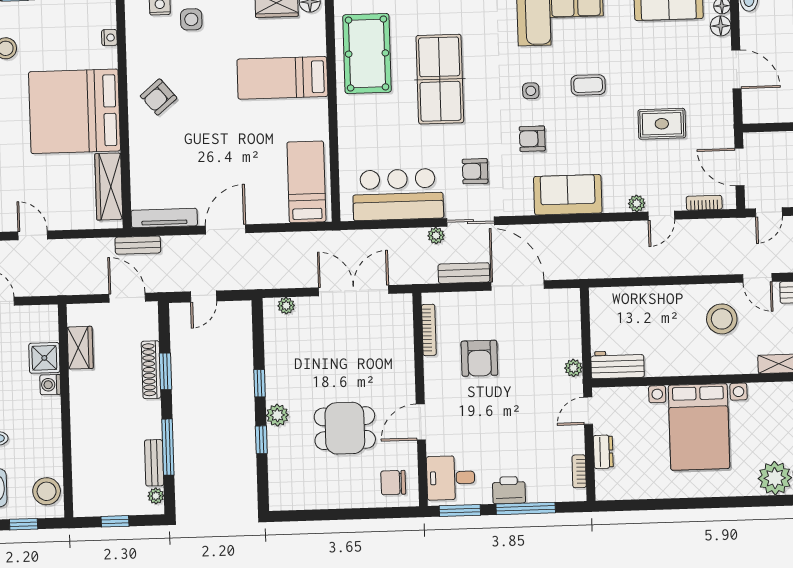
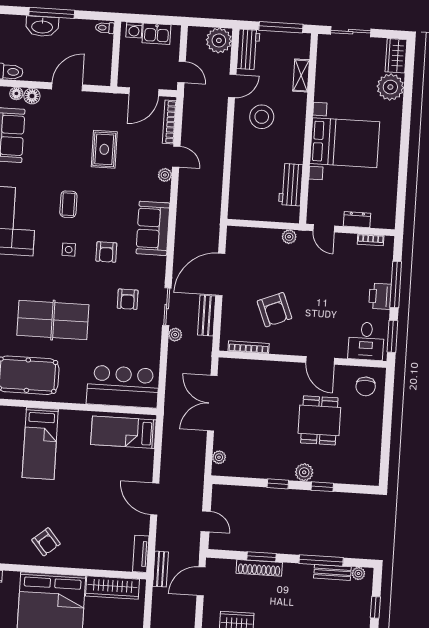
bar counter: (398, 195) -> (123, 387), moved, turned 90
bookcase: (704, 203) -> (169, 122), width x1.56
tv unit: (164, 218) -> (141, 554), width x0.71
armchair: (479, 358) -> (275, 310), turned 68
workbench: (617, 365) -> (291, 185), moved

